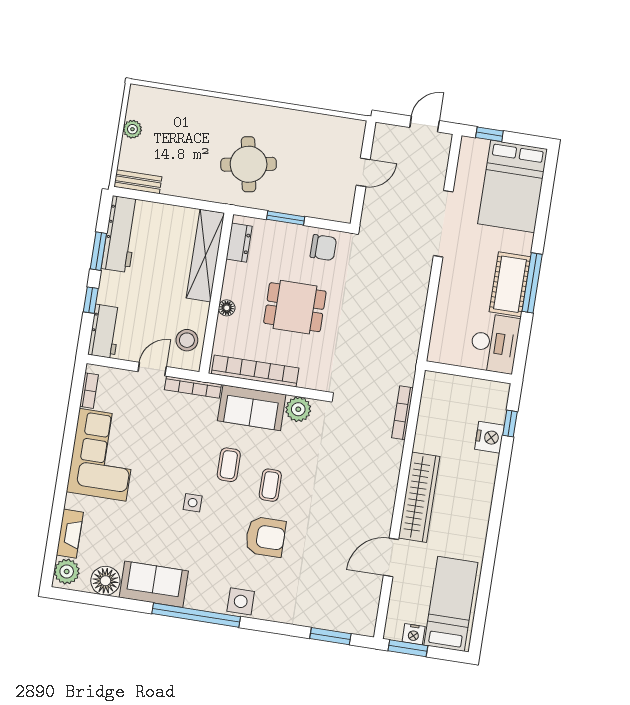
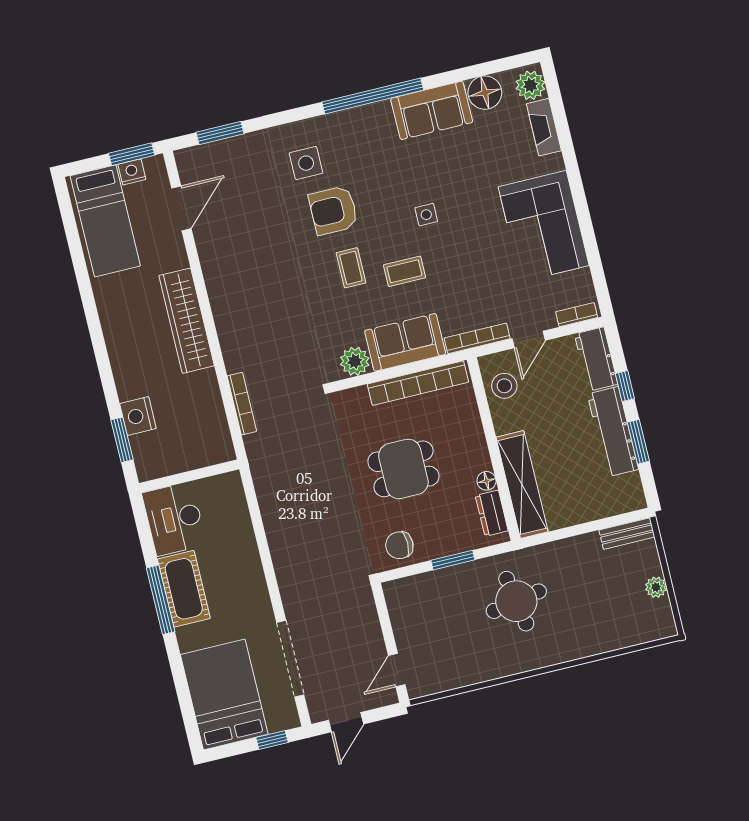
door: (363, 172) -> (397, 670), moved
doorway: (443, 224) -> (290, 659), moved
workbench: (121, 234) -> (613, 432), moved
floor lamp: (227, 308) -> (486, 481), moved
bookcase: (89, 391) -> (577, 315), moved, turned 90
window: (510, 424) -> (122, 440), width x1.50
coffee table: (229, 465) -> (404, 271), turned 90
door: (391, 557) -> (181, 208), moved
side table: (241, 601) -> (306, 163), moved

